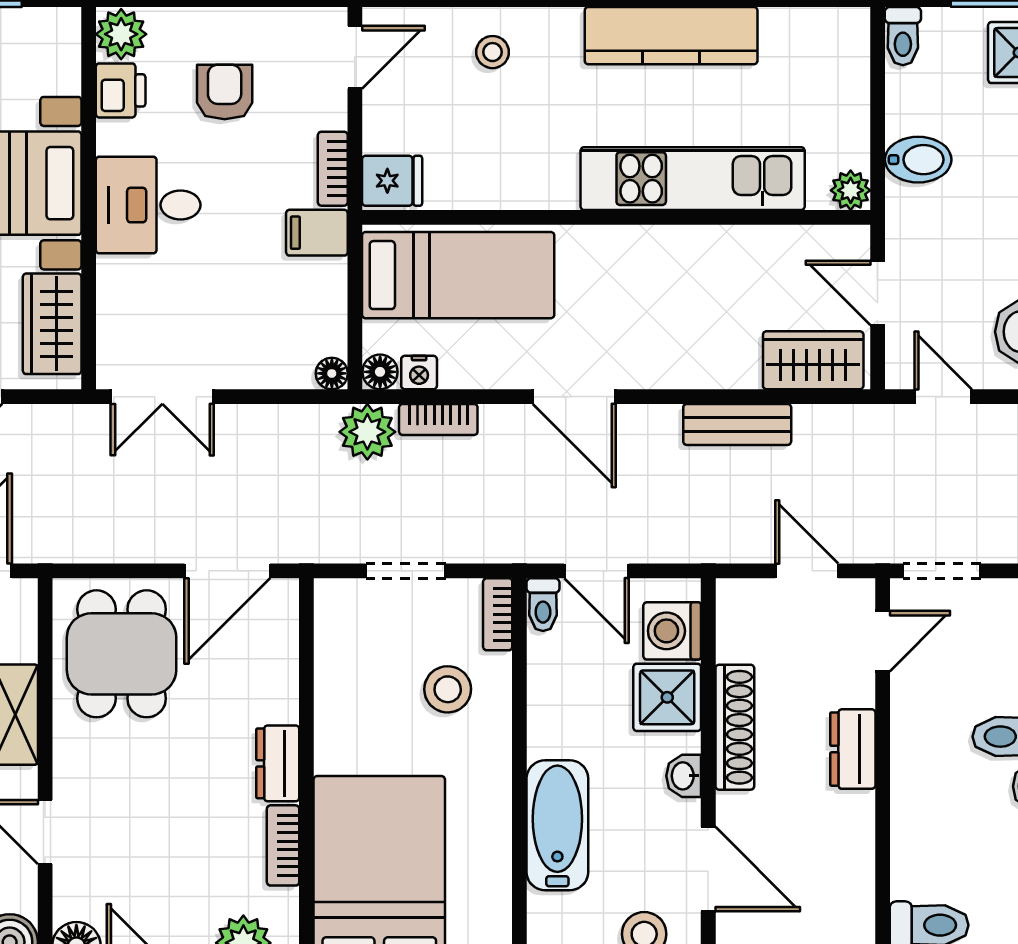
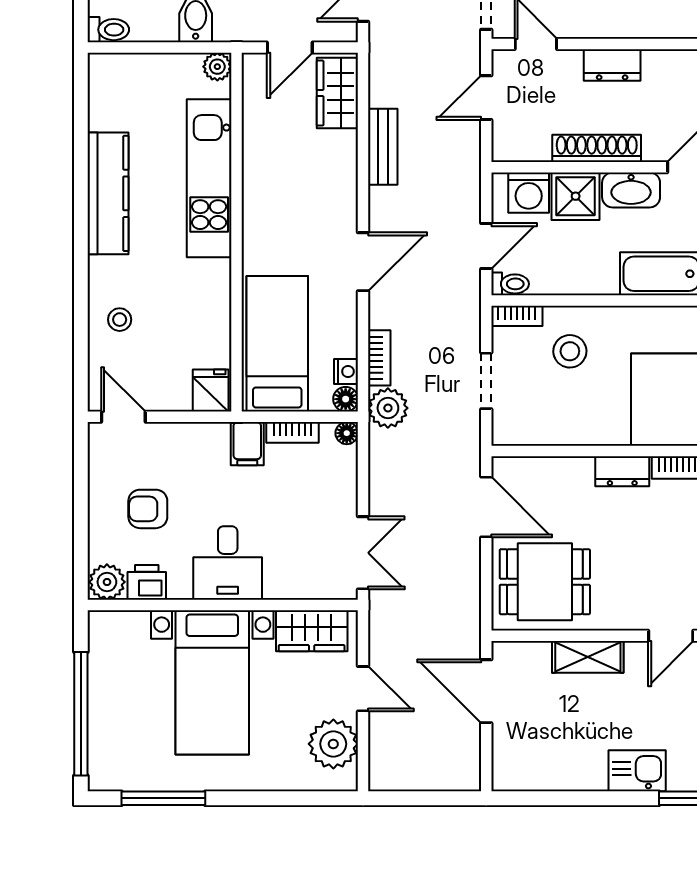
bookcase: (333, 169) -> (292, 432), moved
washbasin: (684, 776) -> (631, 190), width x1.91, depth x1.45

